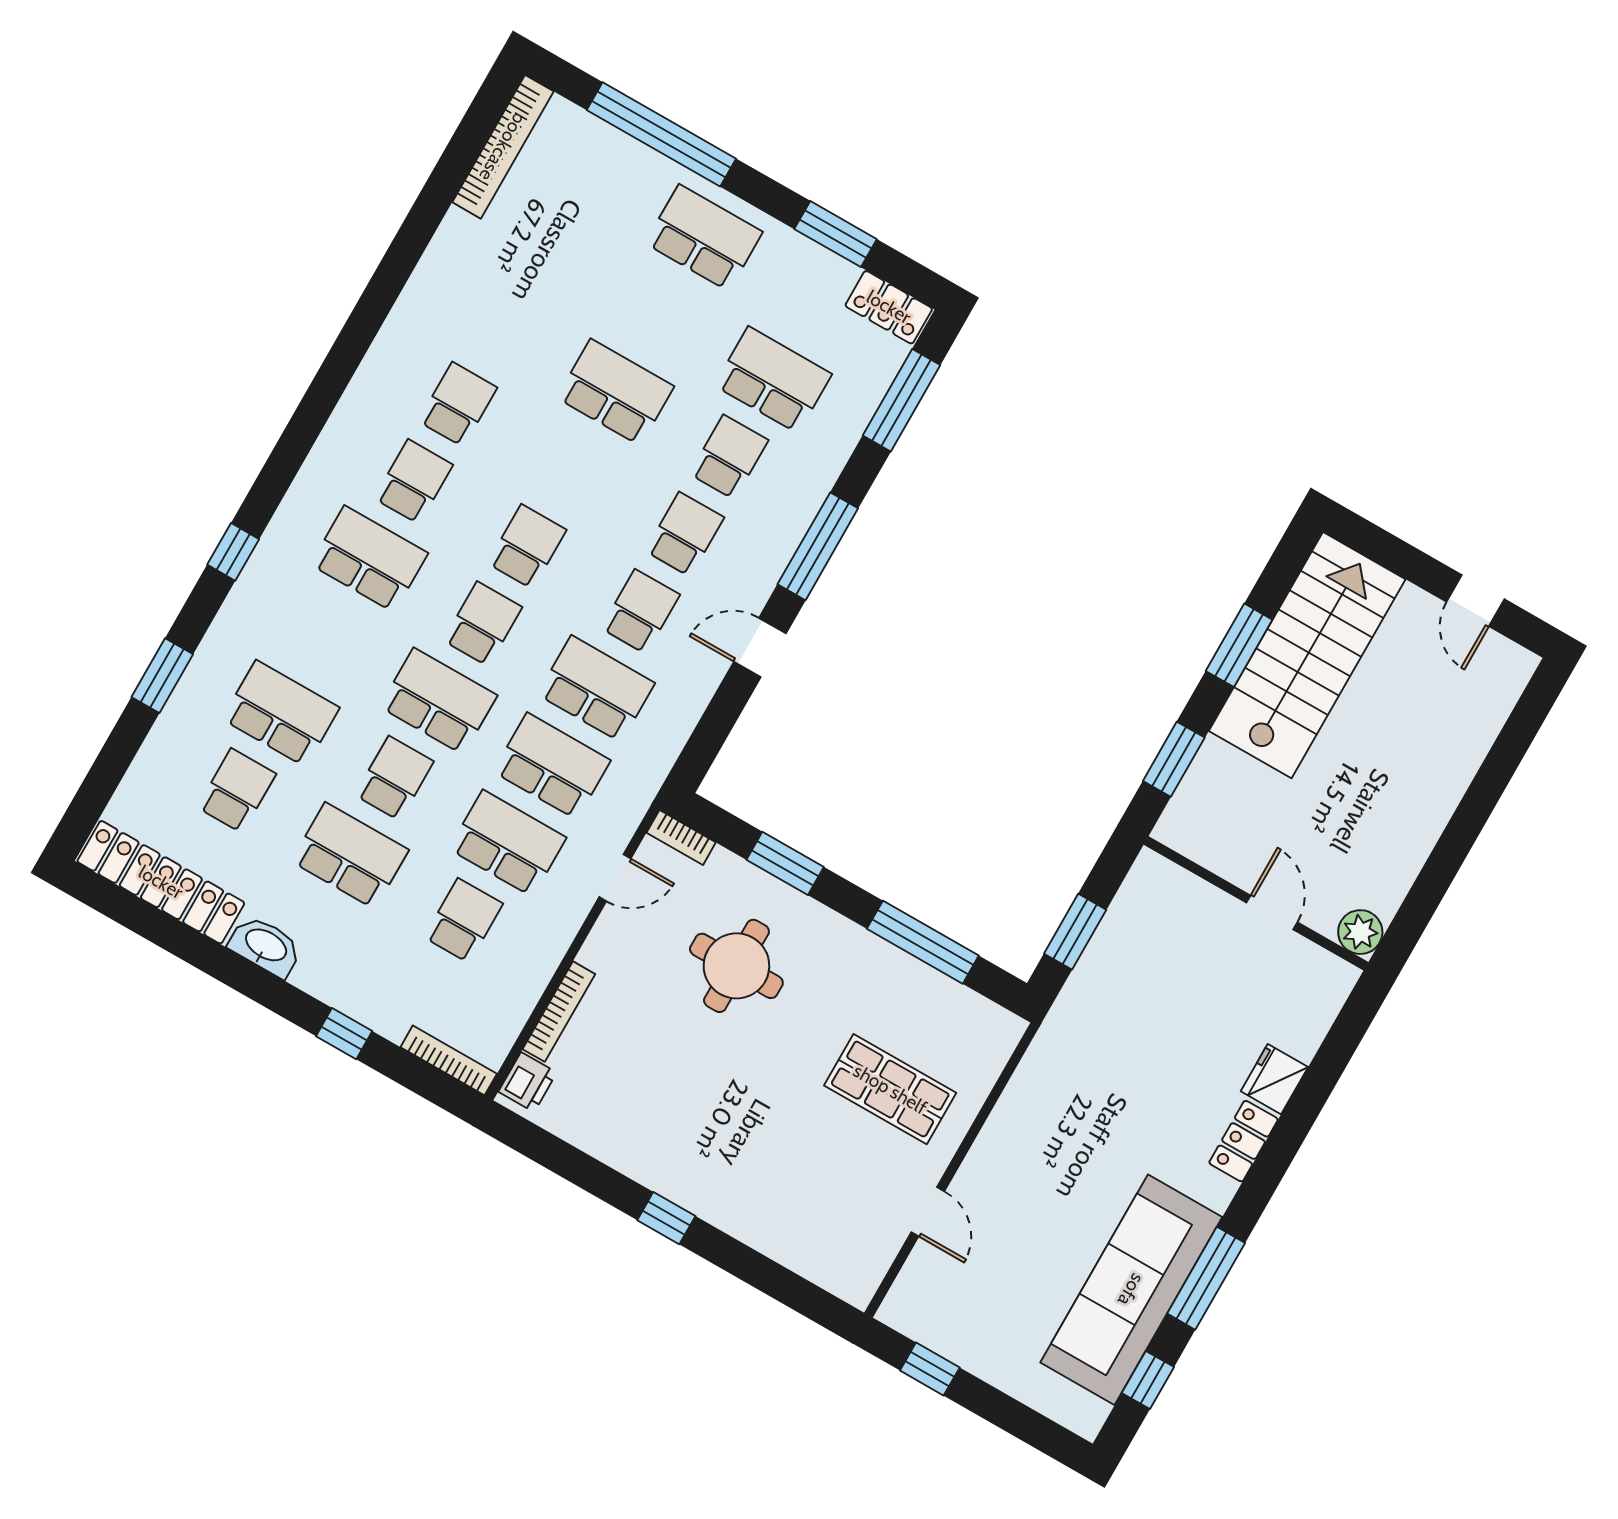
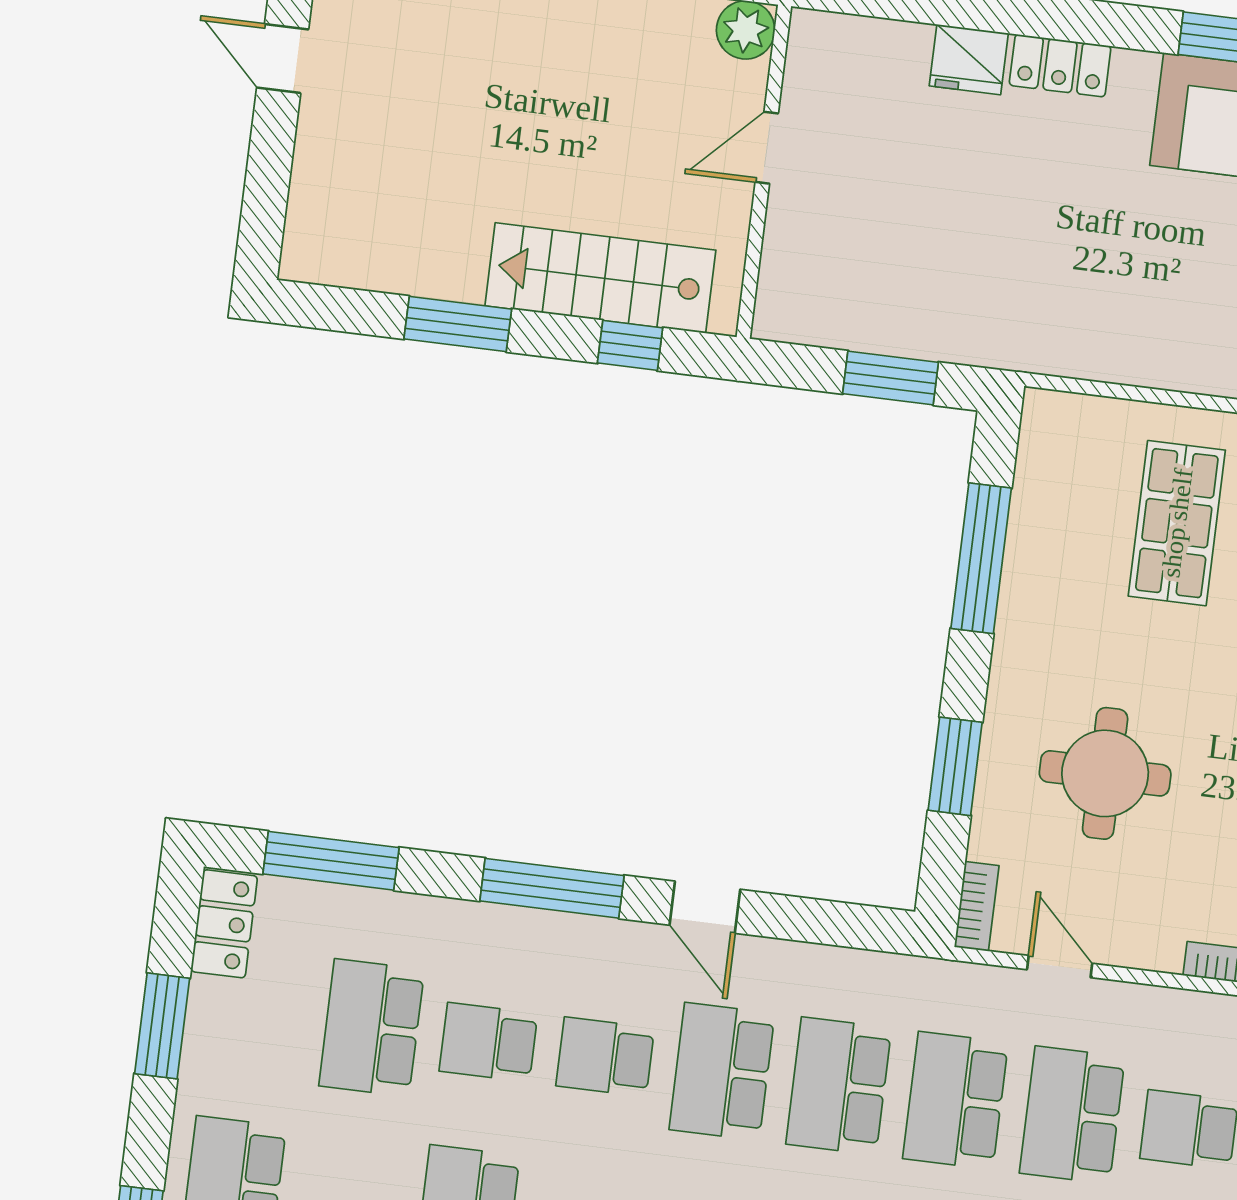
door: (1475, 601) -> (283, 59), swing flipped
school desk: (640, 612) -> (722, 1071), width x1.85
stairs: (1307, 655) -> (600, 278), moved, width x0.73, depth x0.66
window: (1174, 759) -> (630, 345), width x0.67

